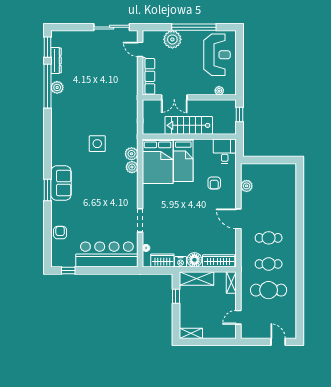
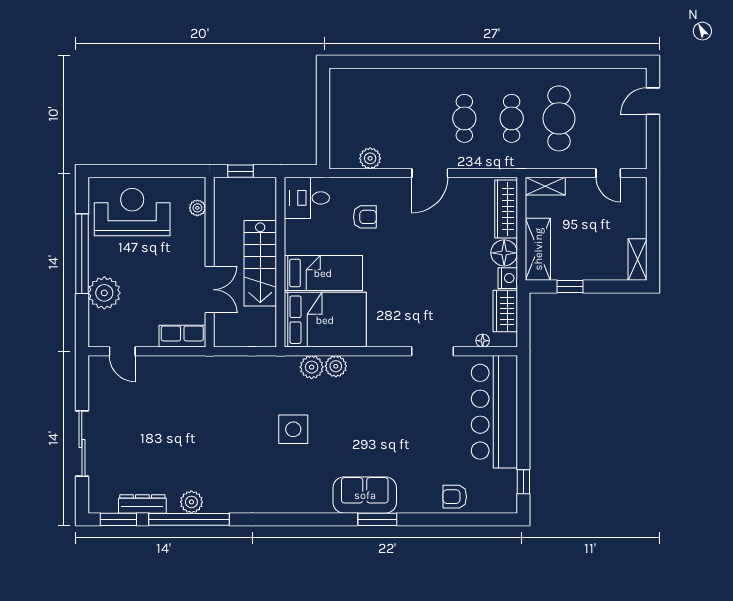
sliding door: (112, 27) -> (82, 444), moved
door: (140, 49) -> (122, 351), hinge flipped
row of seats: (149, 76) -> (182, 336), width x0.68

